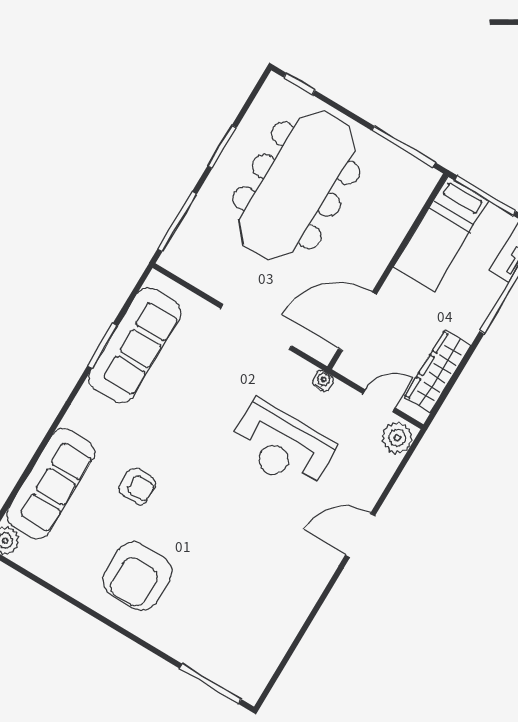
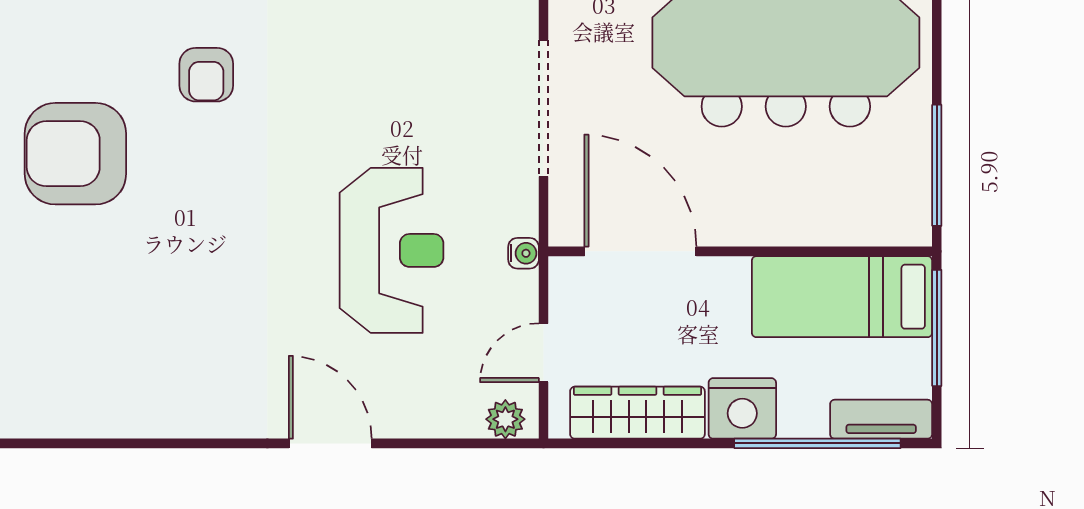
nightstand: (467, 318) -> (742, 408), added
door: (379, 401) -> (544, 353), swing flipped
plant: (397, 438) -> (505, 419), width x0.73, depth x0.73
reception desk: (282, 446) -> (392, 250), turned 180

